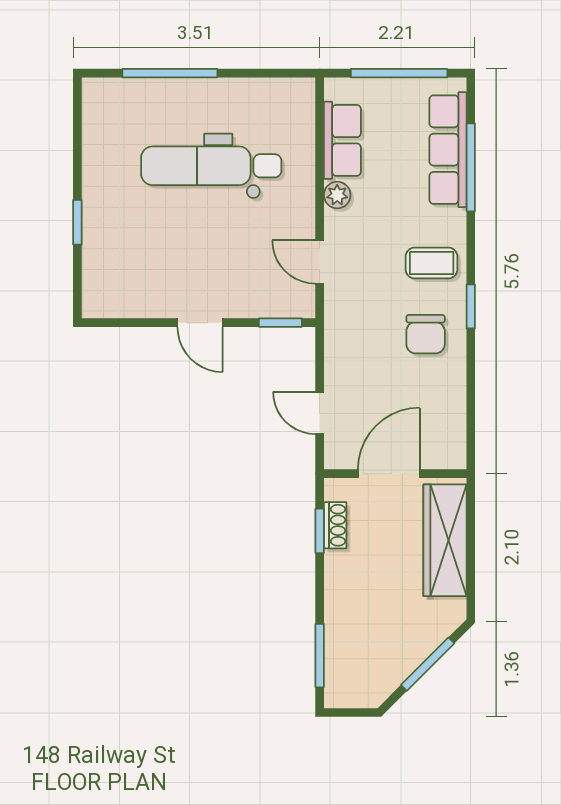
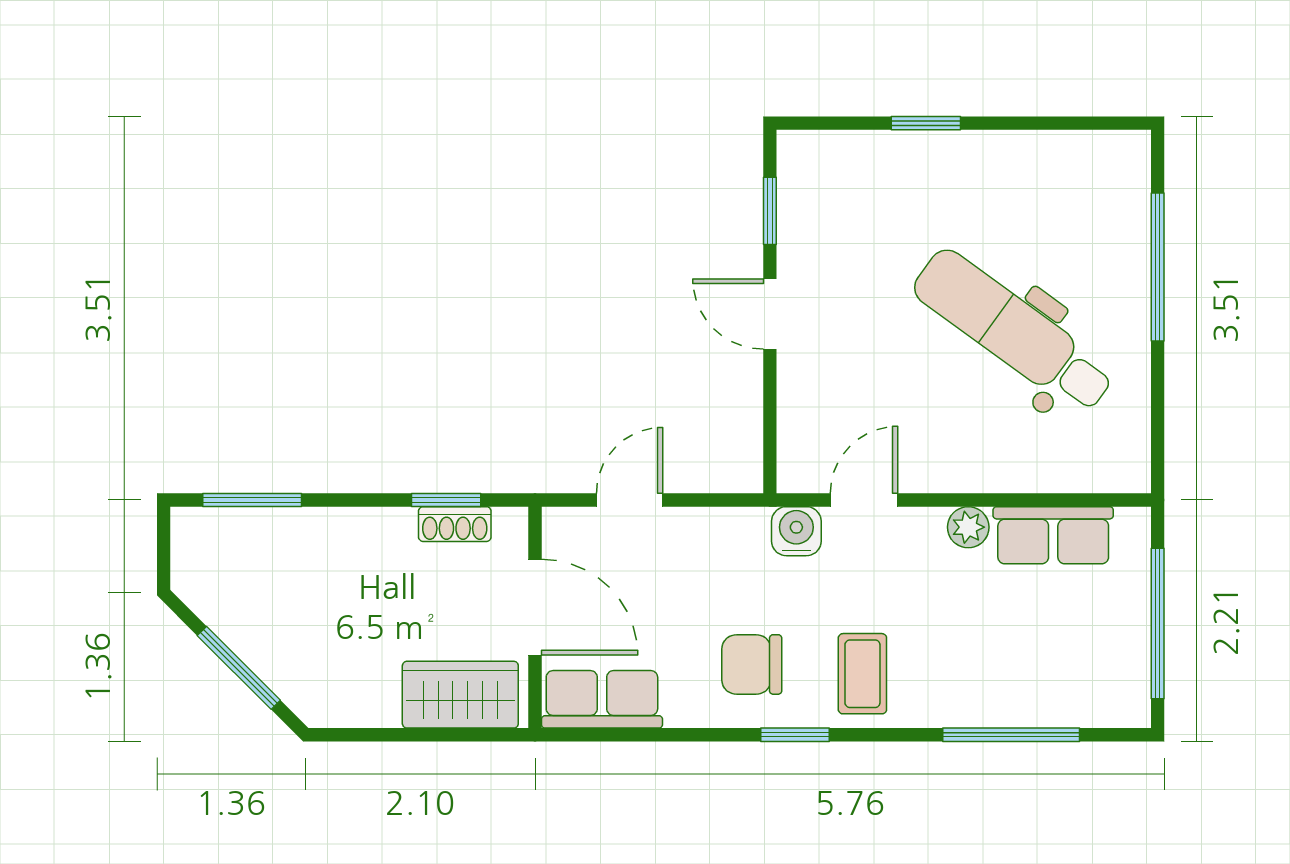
row of seats: (448, 150) -> (602, 699), moved, width x0.68
dental chair: (211, 166) -> (1014, 331), turned -54
water cooler: (340, 306) -> (796, 531), added
door: (200, 323) -> (770, 314), hinge flipped
window: (280, 323) -> (770, 211), moved
wardrobe: (445, 540) -> (460, 695), width x0.67

